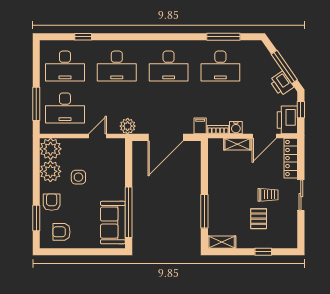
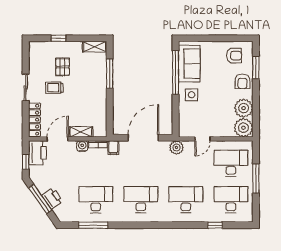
printer: (282, 84) -> (52, 198), moved
window: (36, 104) -> (256, 179), moved
side table: (78, 177) -> (192, 95), moved

